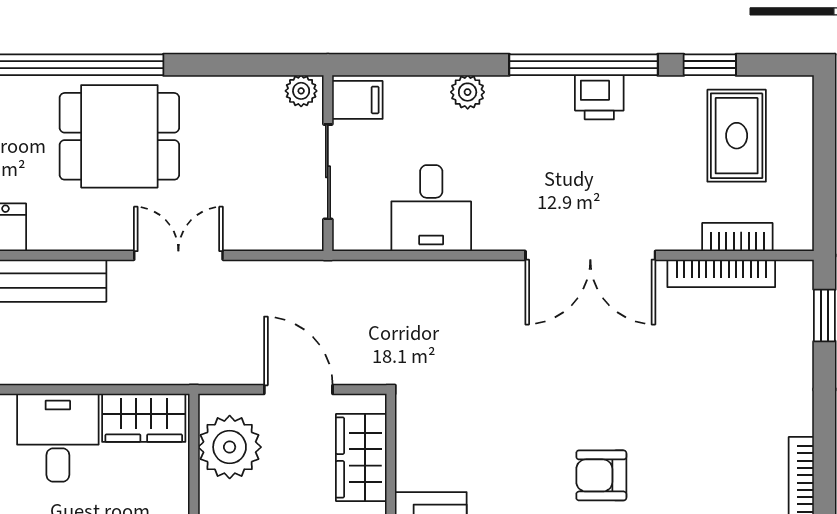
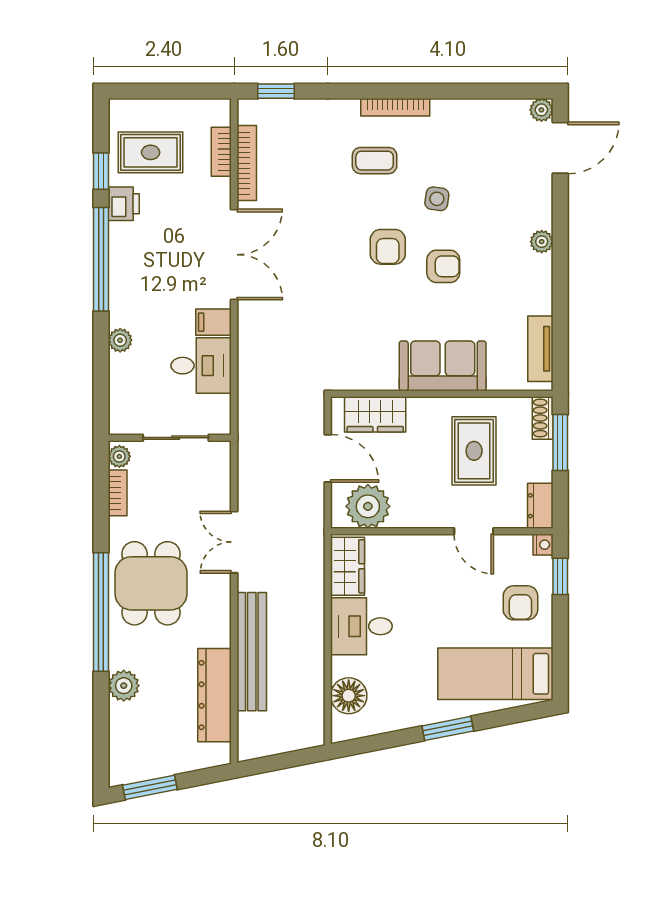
bookcase: (249, 88) -> (118, 493), added
printer: (599, 97) -> (124, 204), moved
filing cabinet: (357, 100) -> (214, 322), moved, turned -90
door: (298, 389) -> (328, 458), swing flipped
coffee table: (725, 457) -> (375, 161), added

